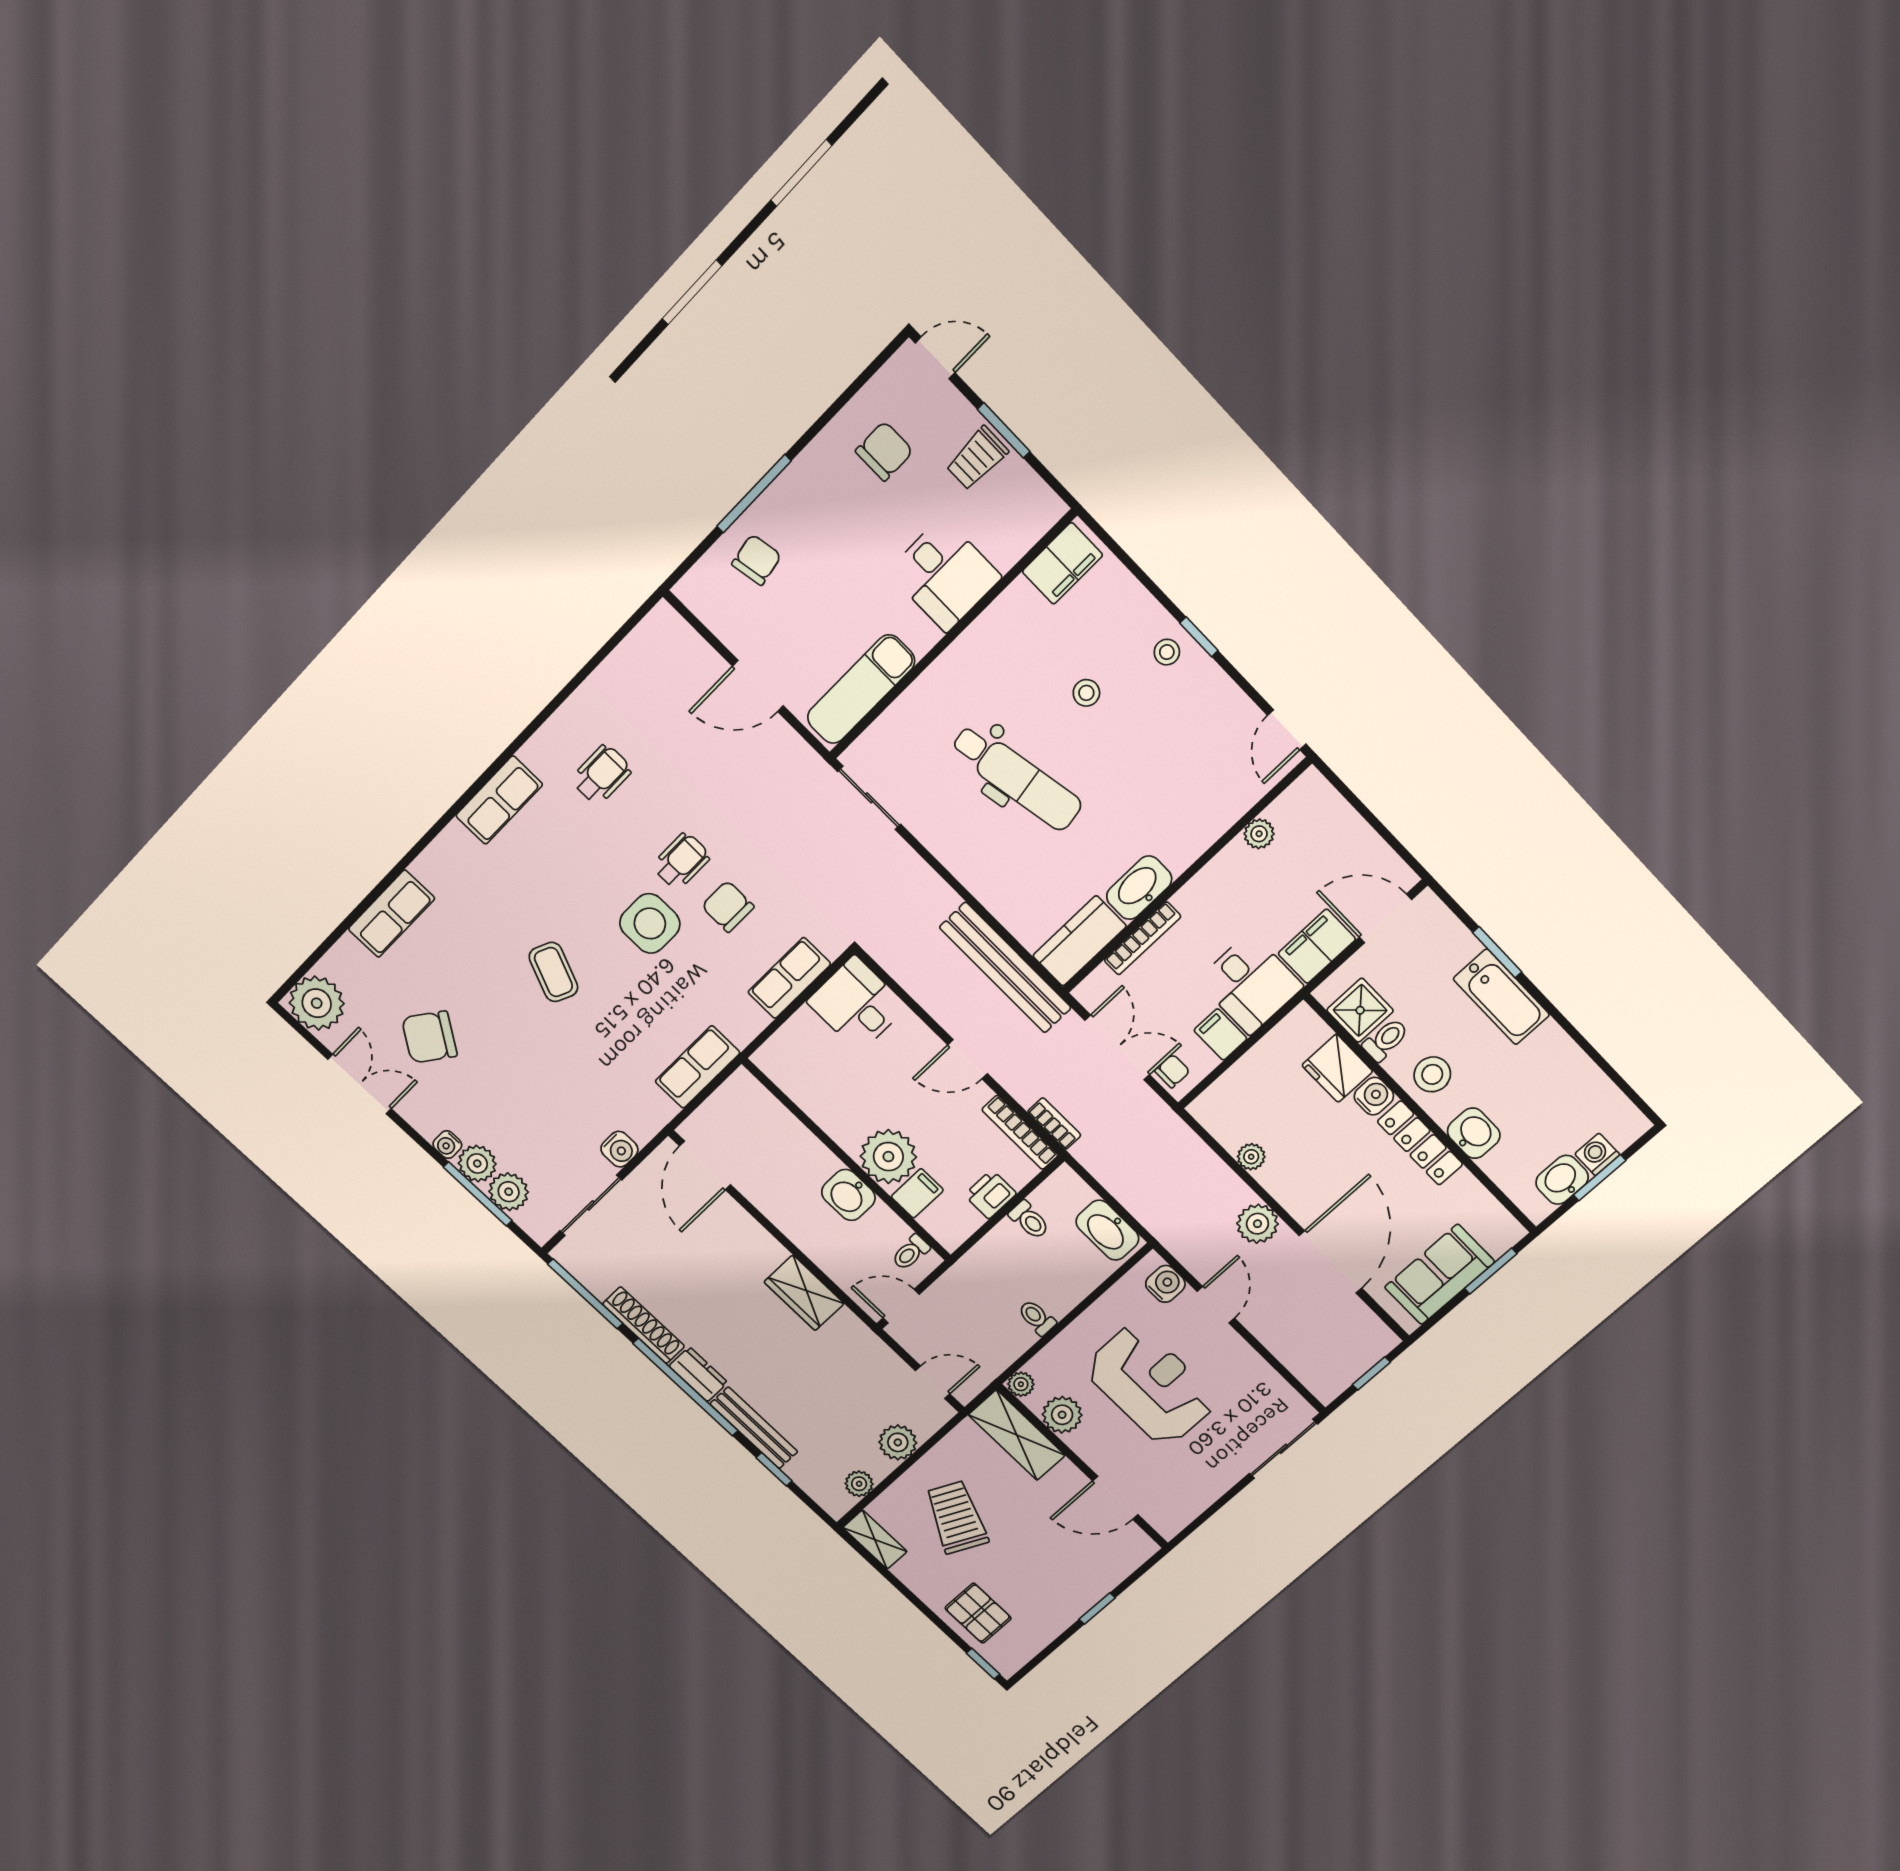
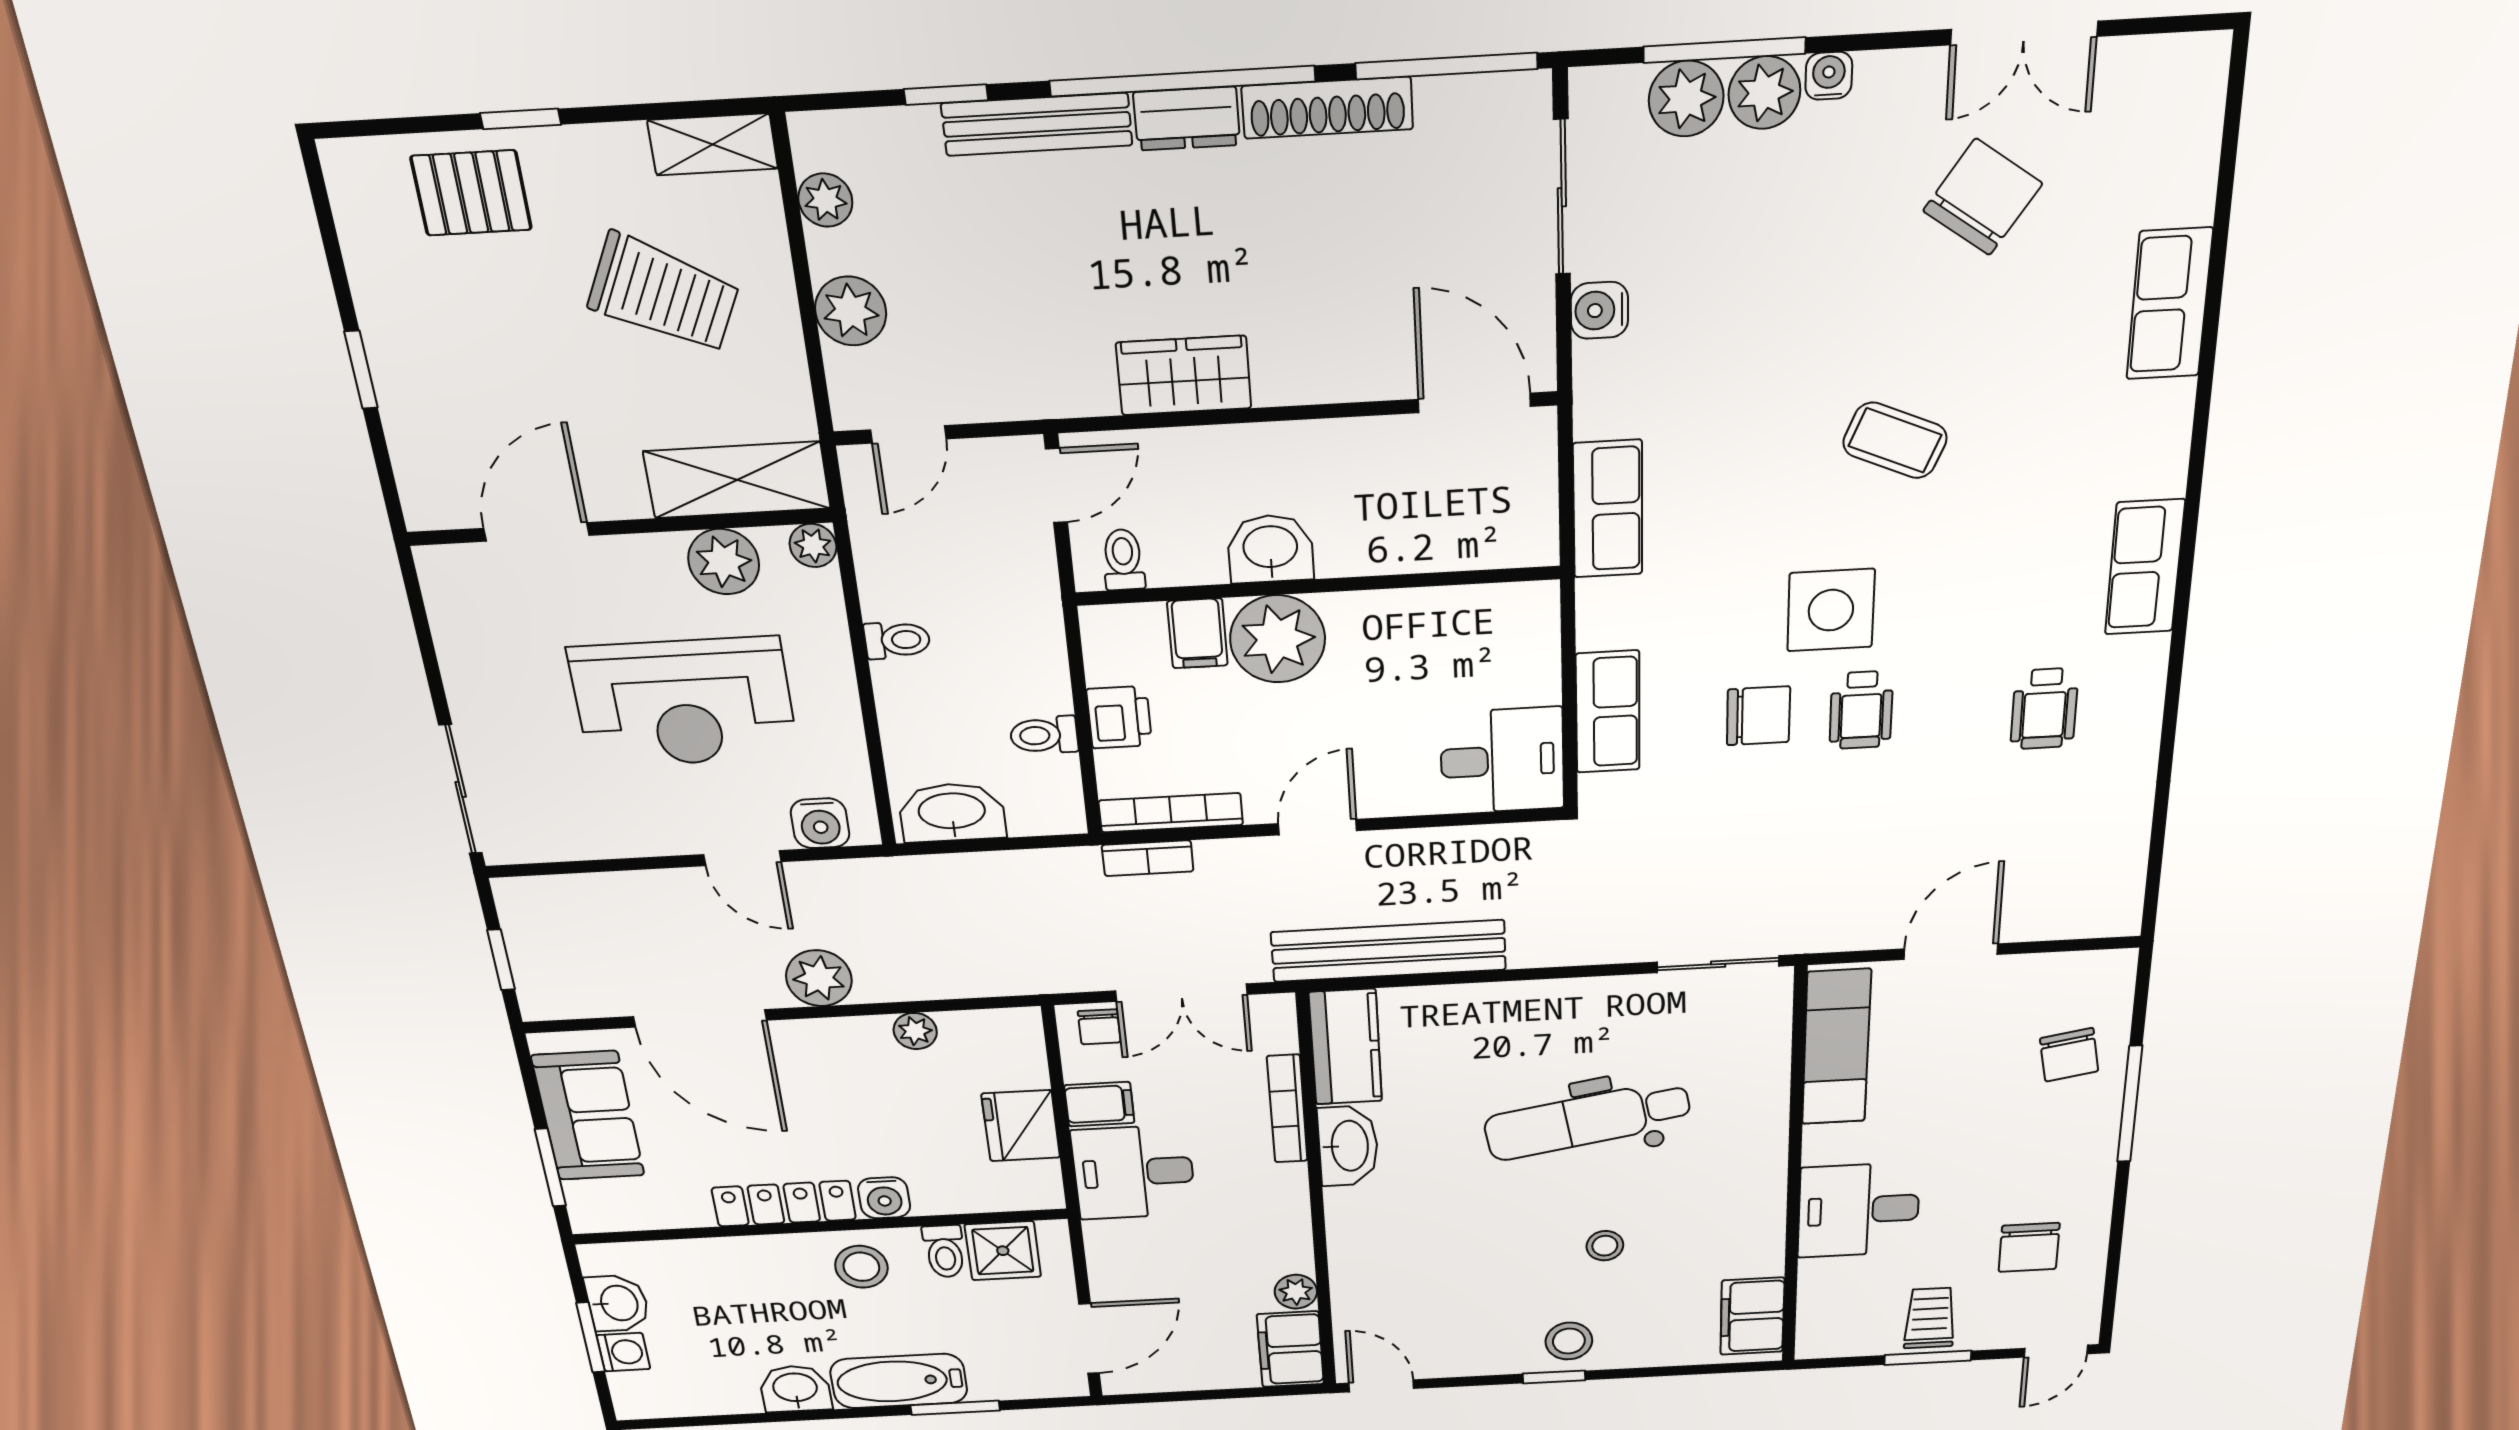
stool: (1167, 652) -> (1569, 1341), width x1.37, depth x1.37
filing cabinet: (1317, 946) -> (1290, 1349), moved, turned 180
plant: (317, 1003) -> (2177, 85), removed
fridge: (1337, 1068) -> (1021, 1126), moved, turned -90
washbasin: (1474, 1133) -> (795, 1389), moved, turned 180
window: (983, 1664) -> (521, 119), moved

